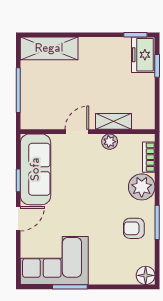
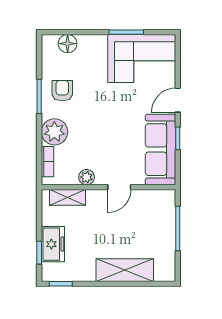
shelving: (49, 48) -> (125, 270), moved
freezer: (143, 55) -> (53, 244), moved
shelving: (113, 121) -> (68, 197), moved
armchair: (134, 228) -> (62, 91), turned -90
floor lamp: (146, 275) -> (68, 44), moved

